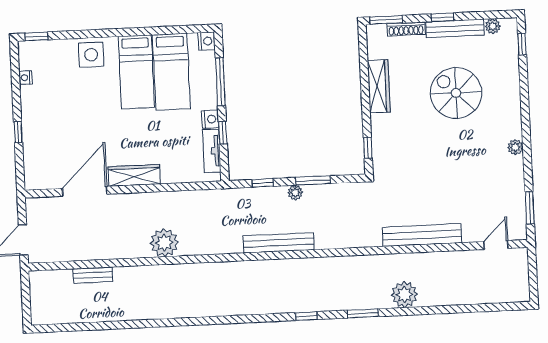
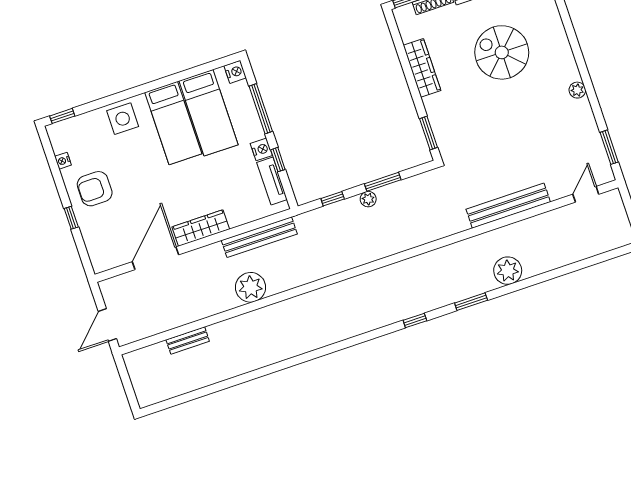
armchair: (47, 112) -> (95, 189), added
window: (368, 148) -> (429, 133), width x1.50
bench: (279, 243) -> (259, 237), moved

